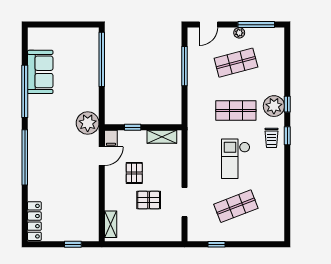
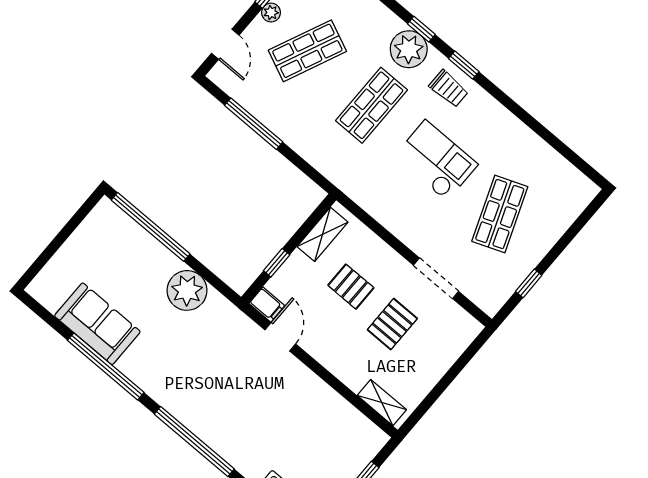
shop shelf: (236, 63) -> (307, 51), turned 39
plant: (88, 123) -> (187, 290), moved
checkout: (236, 159) -> (436, 160), turned 180
pallet: (134, 173) -> (351, 287), moved

